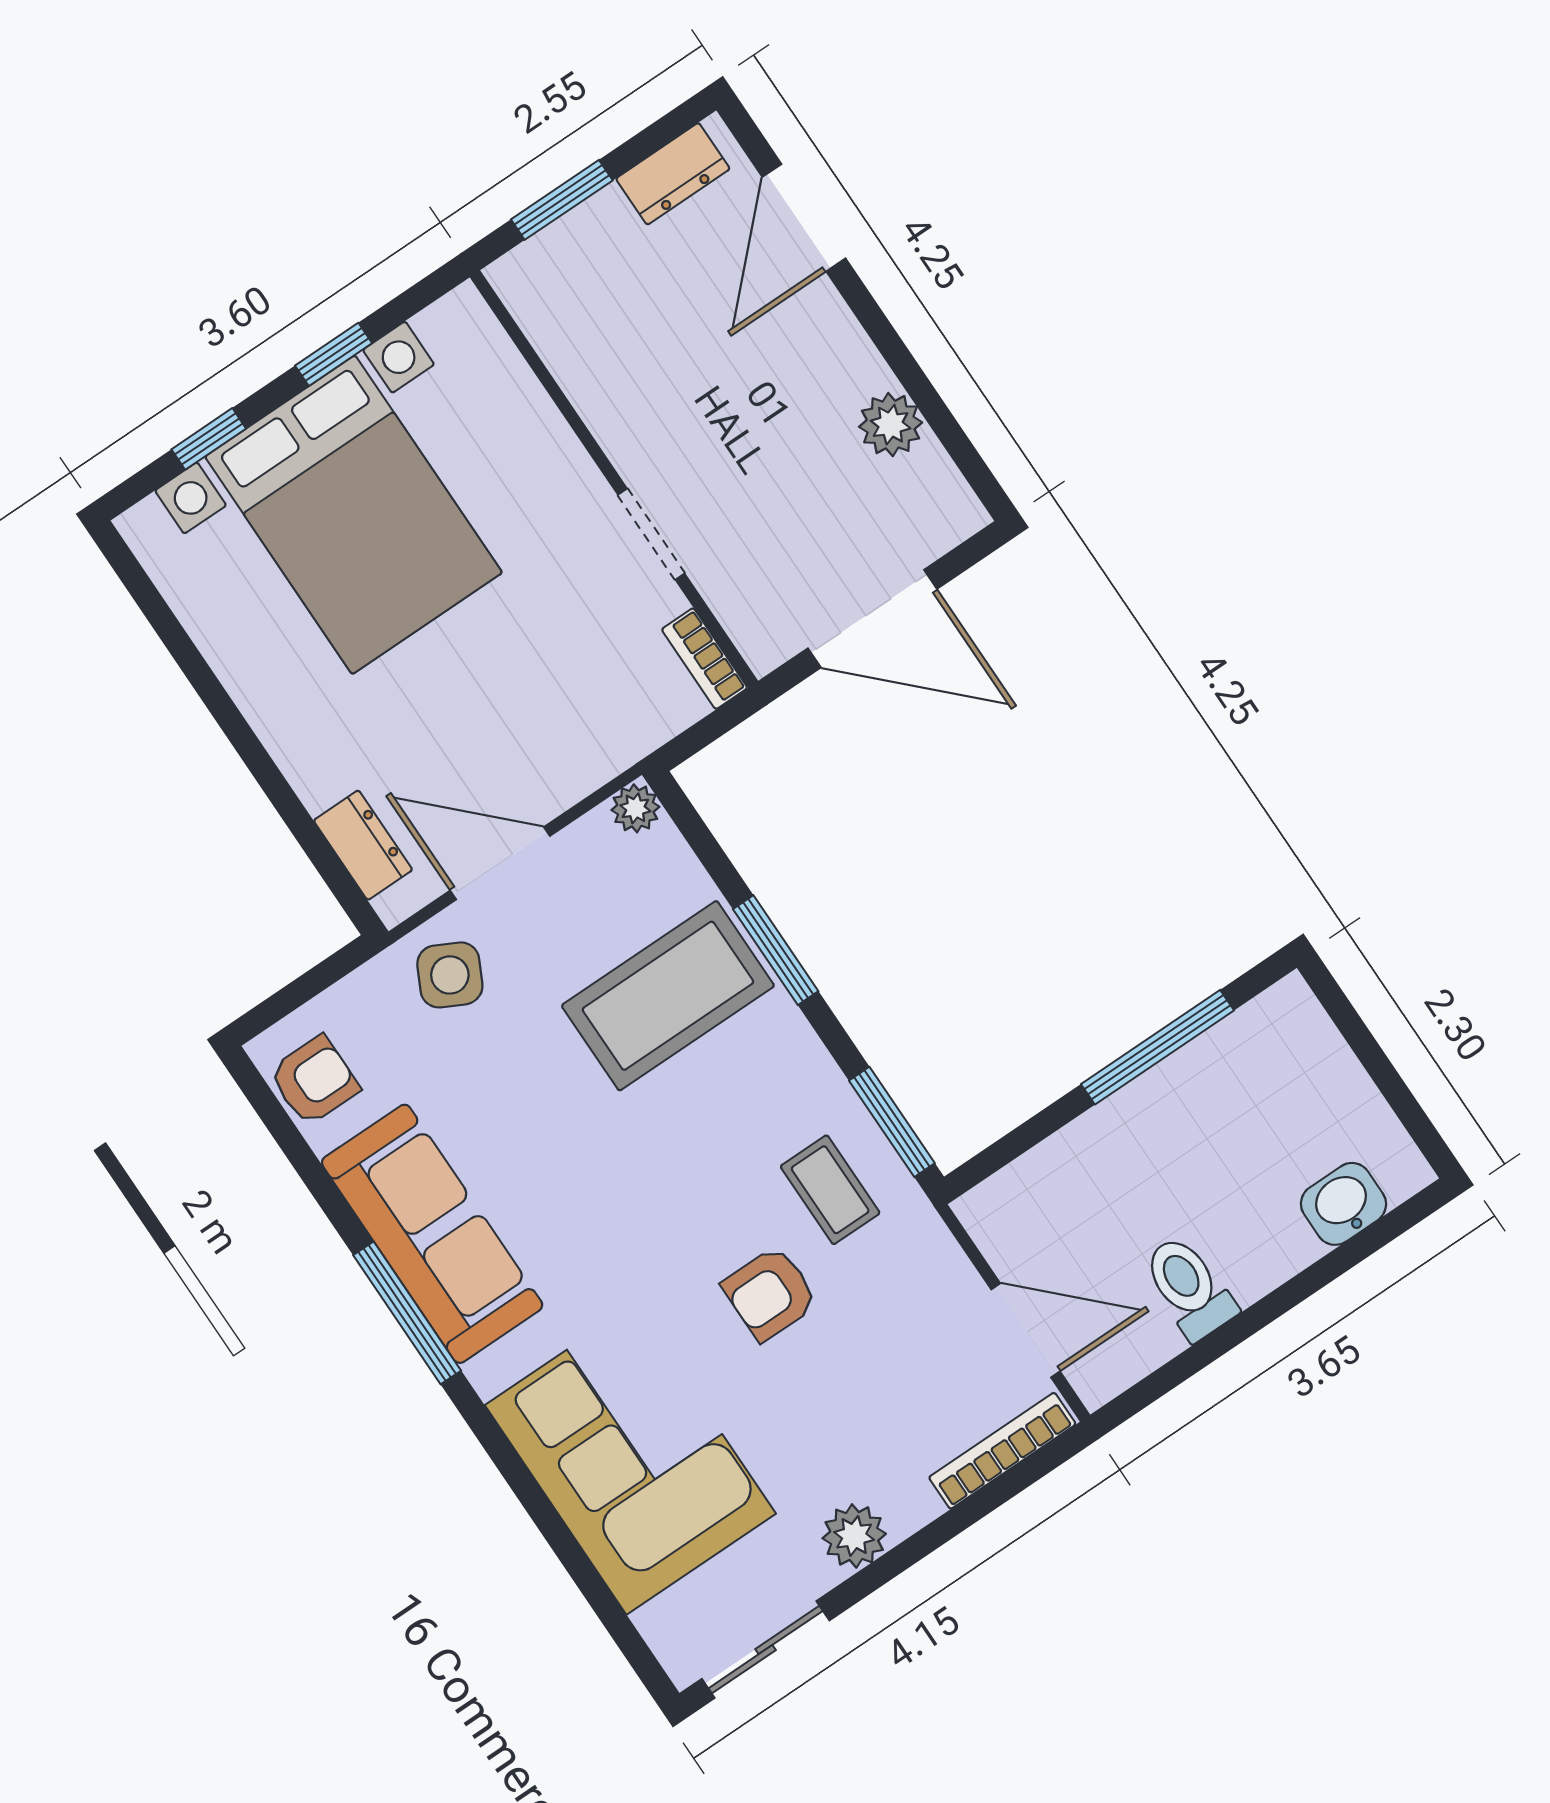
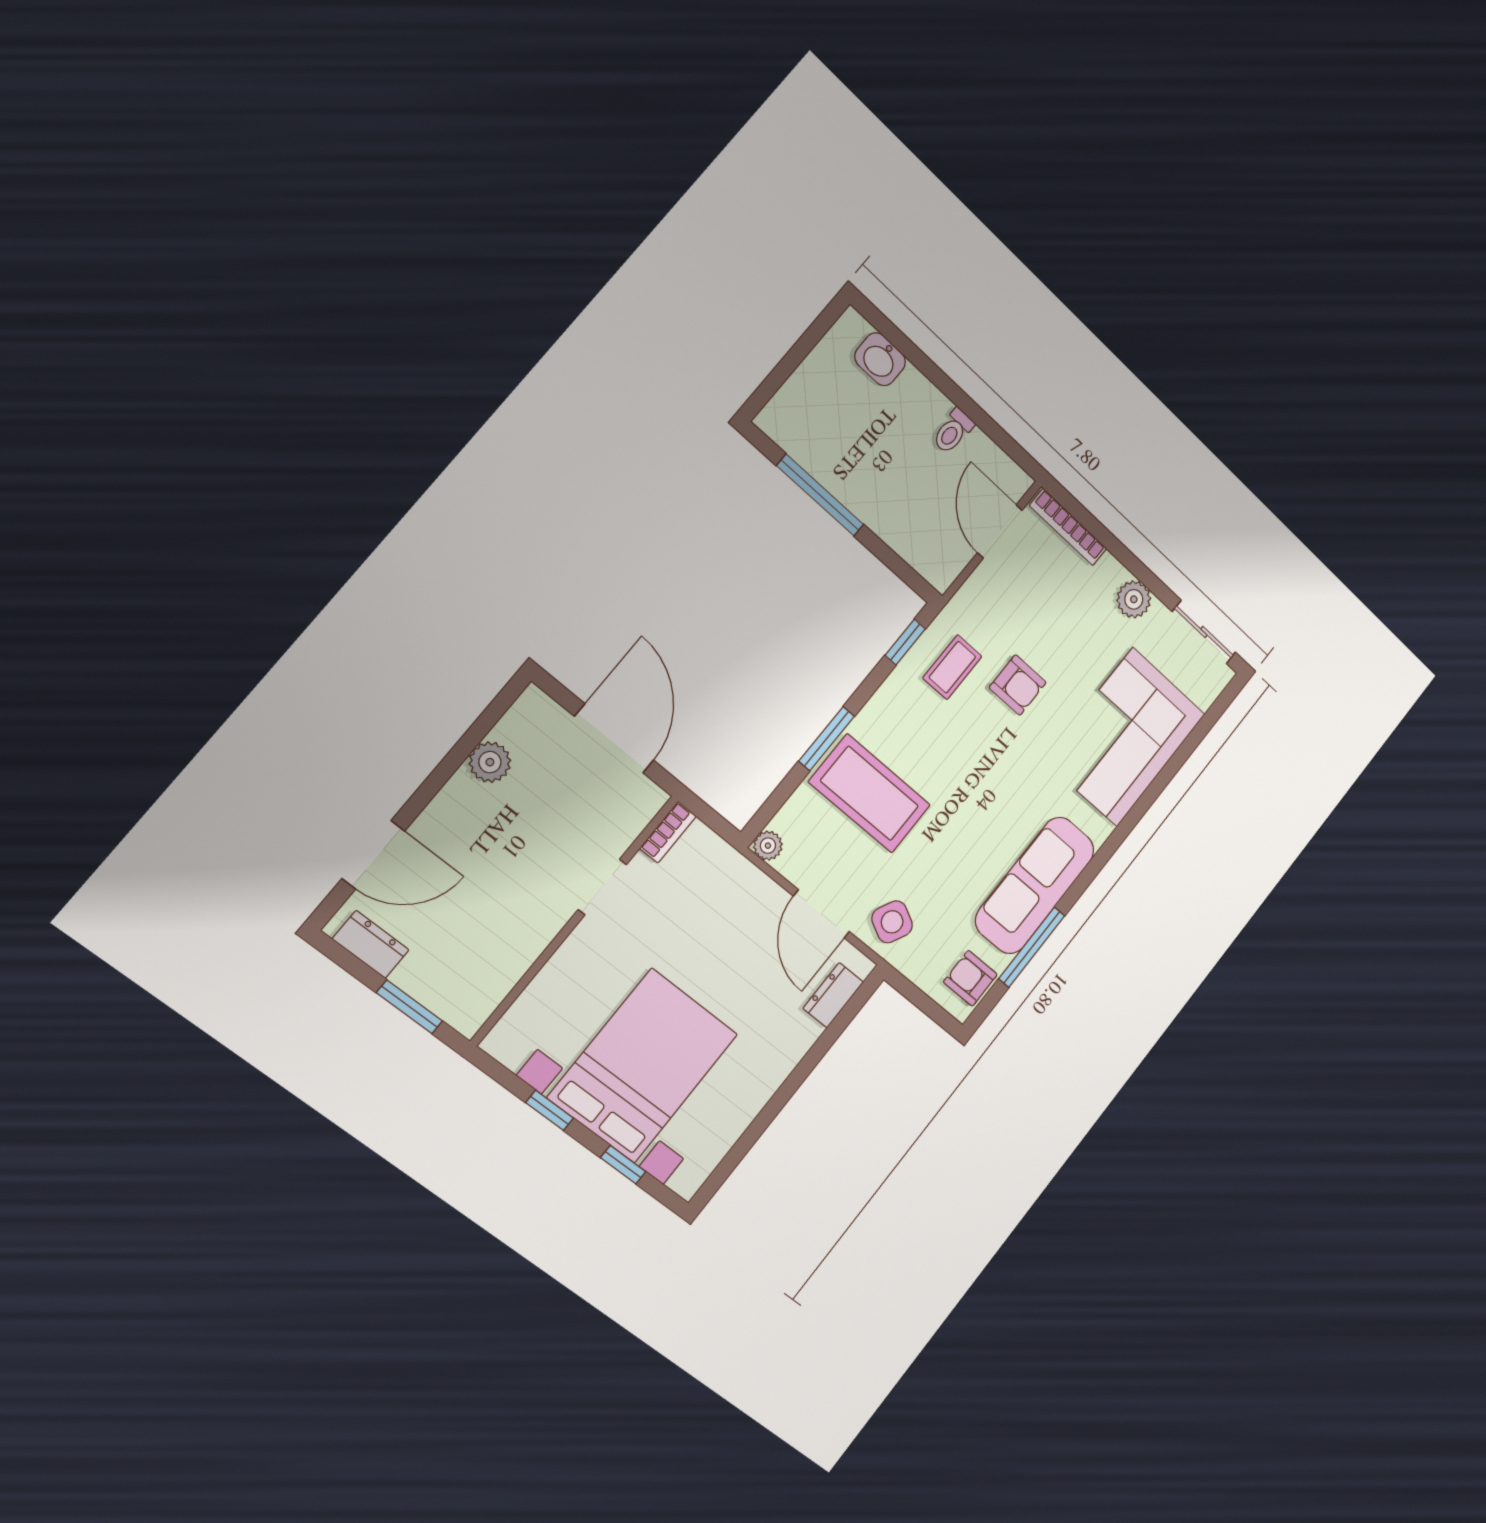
window: (892, 1122) -> (905, 642), width x0.67
toilet: (1189, 1287) -> (953, 431), width x0.73, depth x0.72
window: (407, 1313) -> (1032, 947), moved

